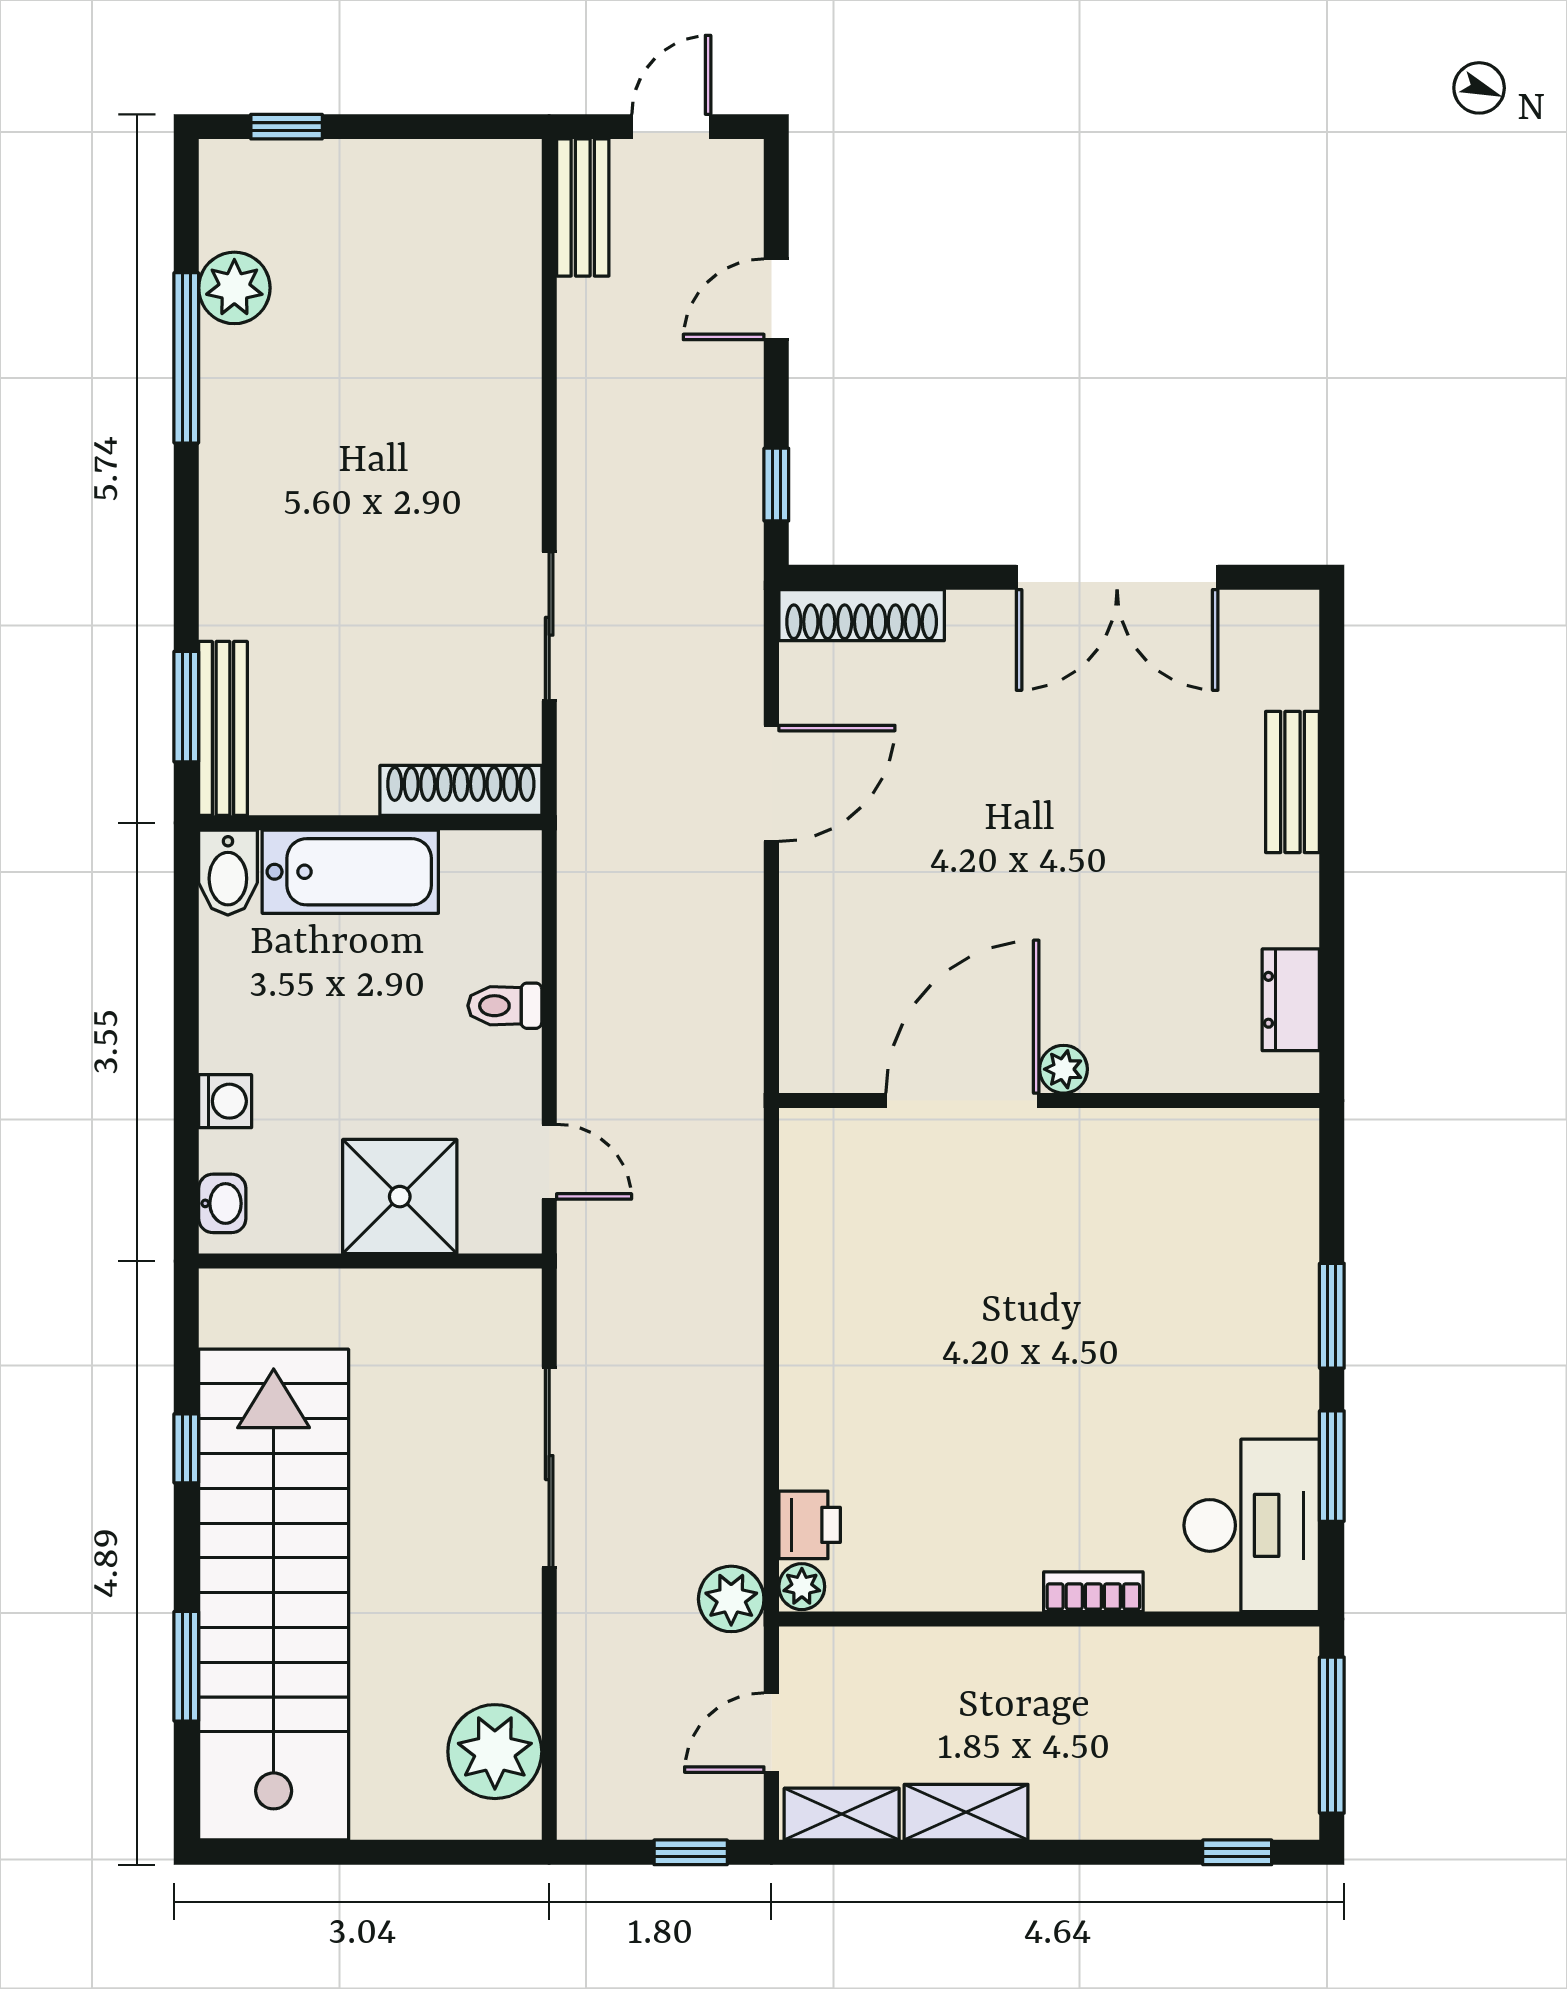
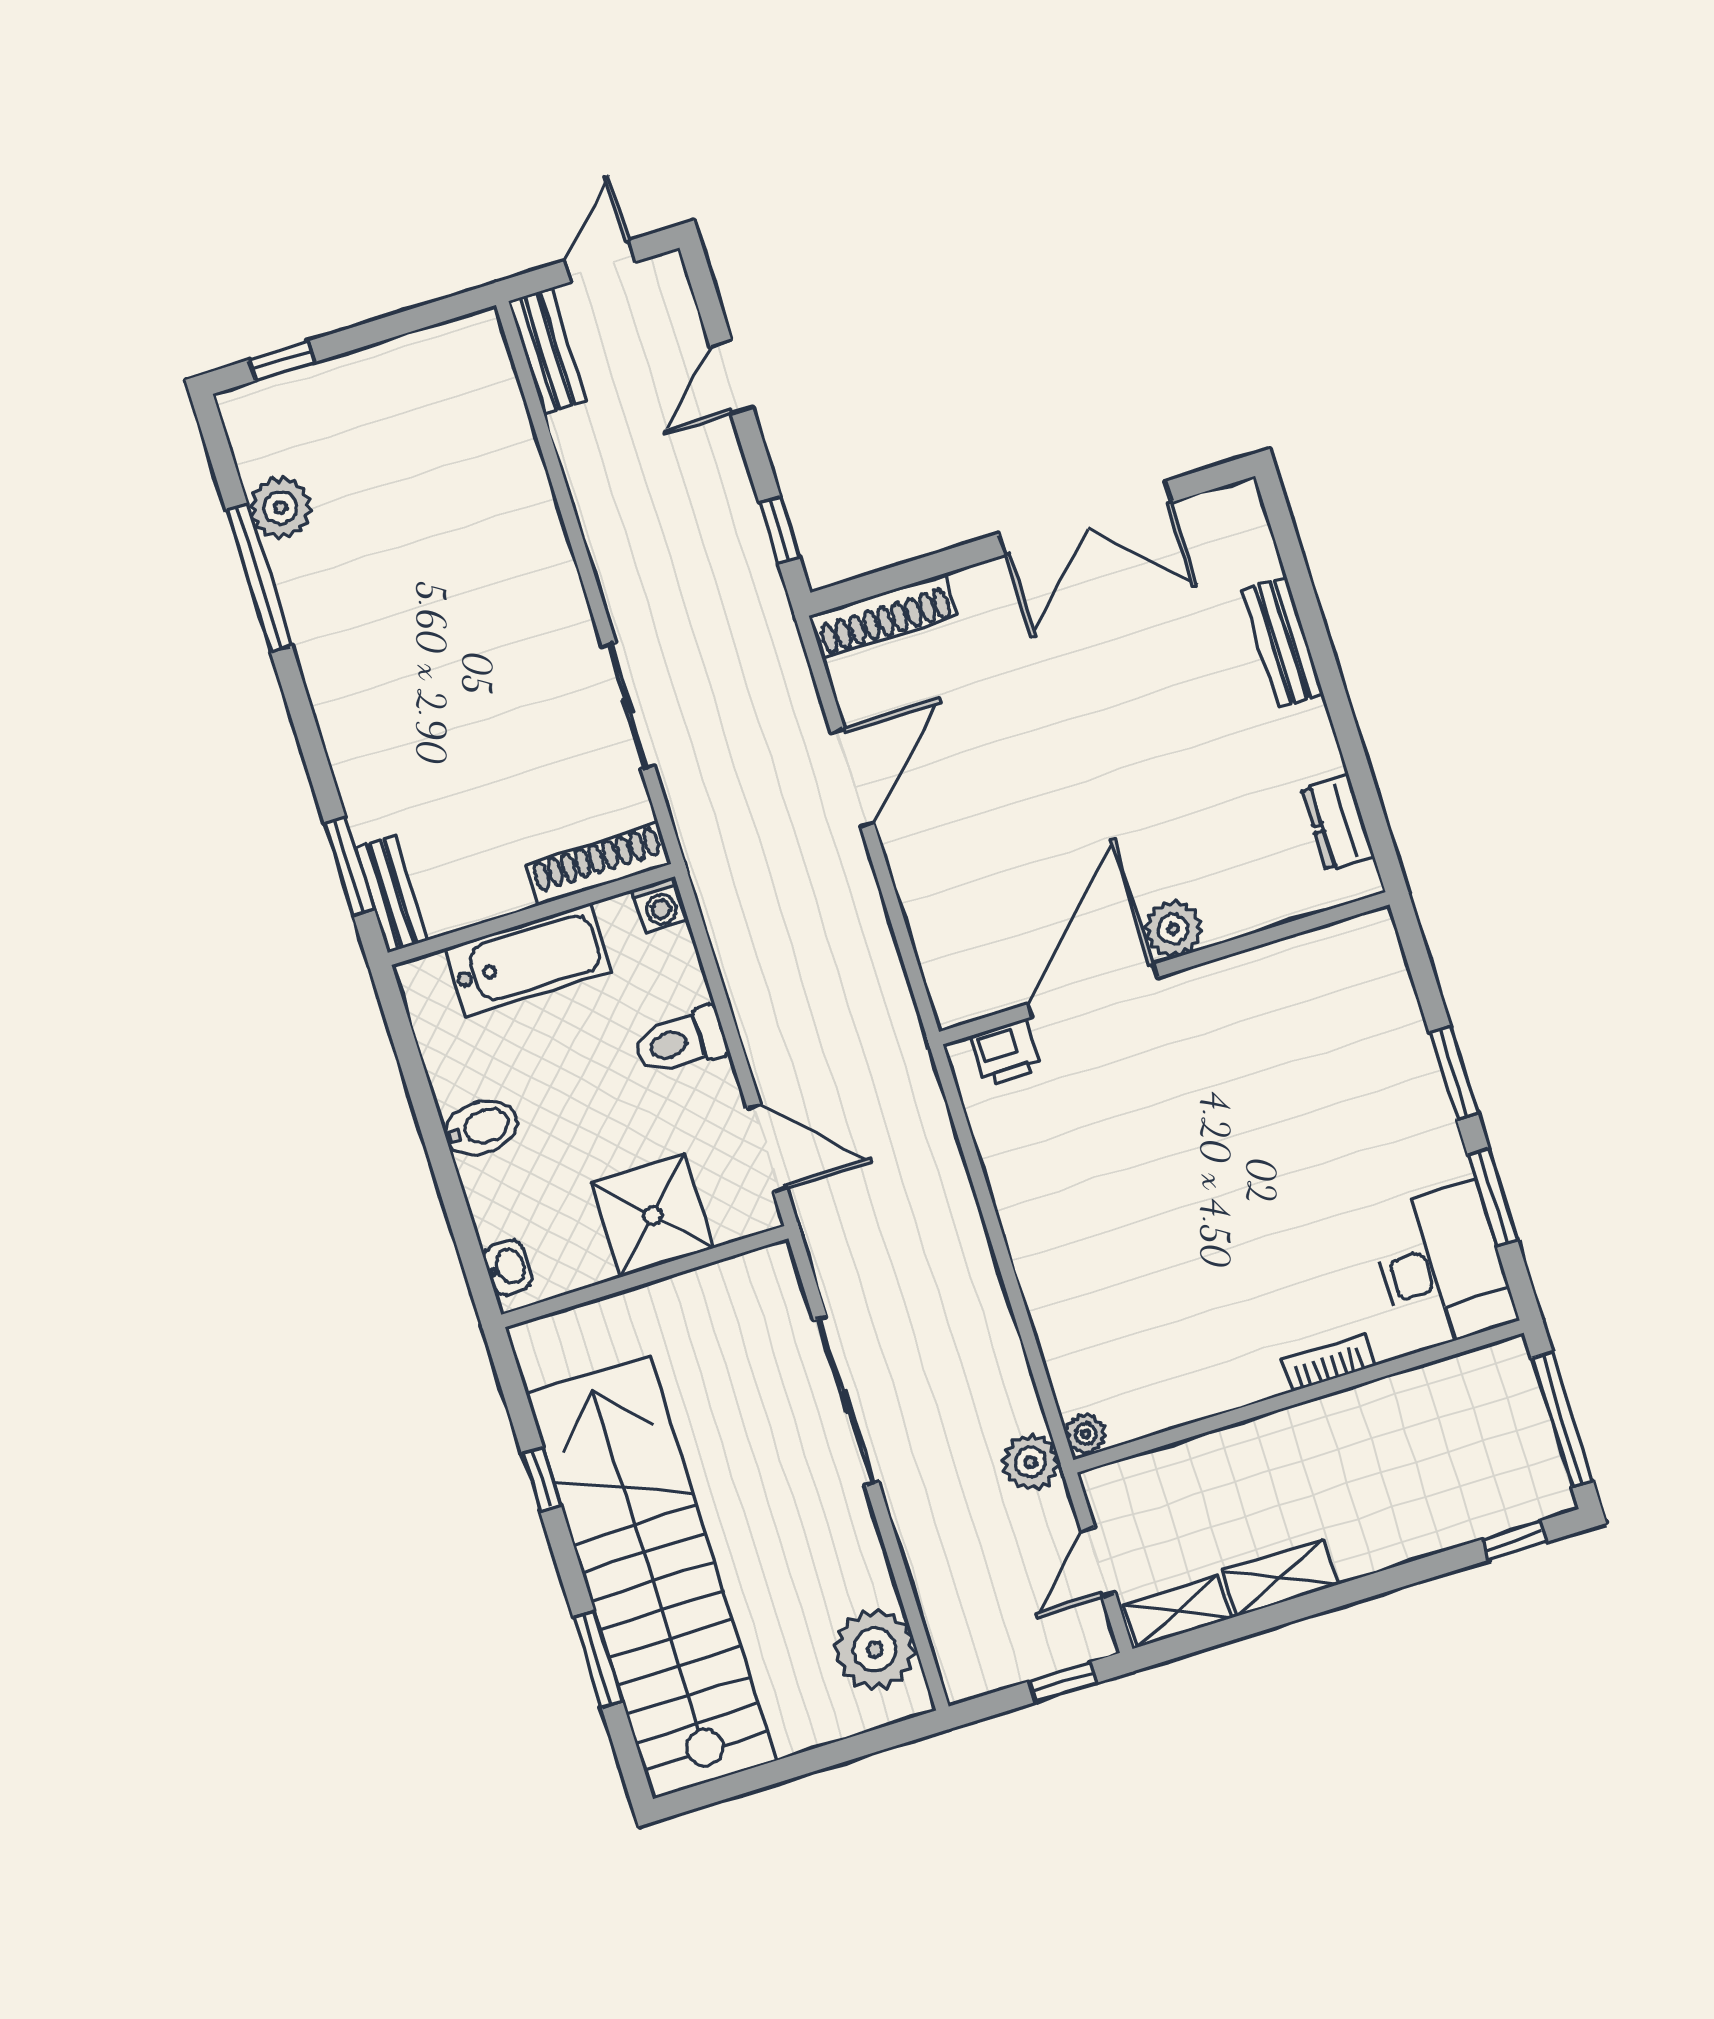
bench: (223, 728) -> (391, 894), width x0.73
bidet: (228, 873) -> (481, 1128), moved, turned -90
toilet: (505, 1006) -> (680, 1041), width x1.37, depth x1.39
plant: (1063, 1069) -> (1173, 929), width x1.38, depth x1.38
washing machine: (225, 1101) -> (660, 905), moved, turned 90
door: (549, 1162) -> (767, 1148), width x1.38
printer: (810, 1525) -> (1005, 1053), moved, turned 90

